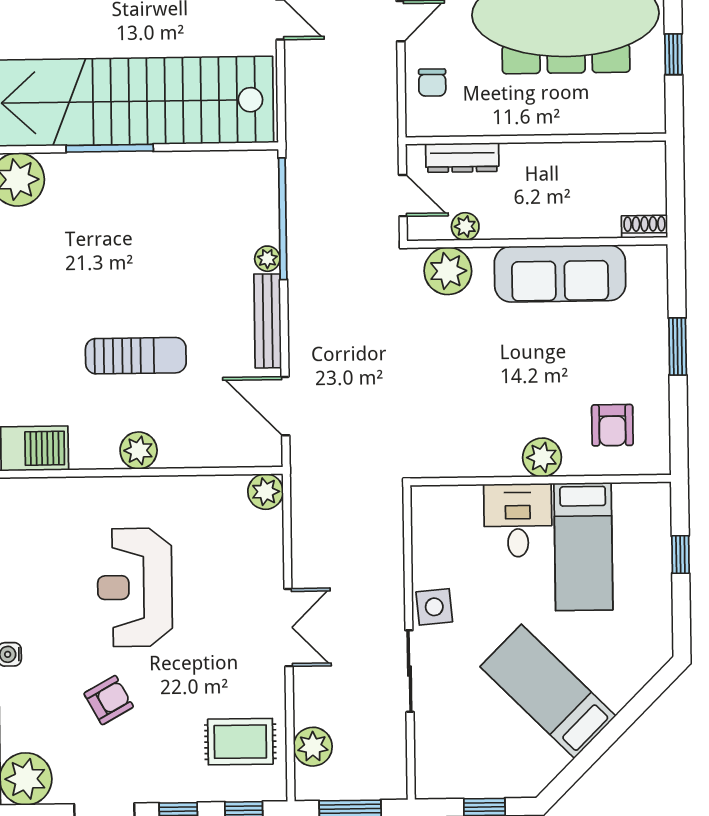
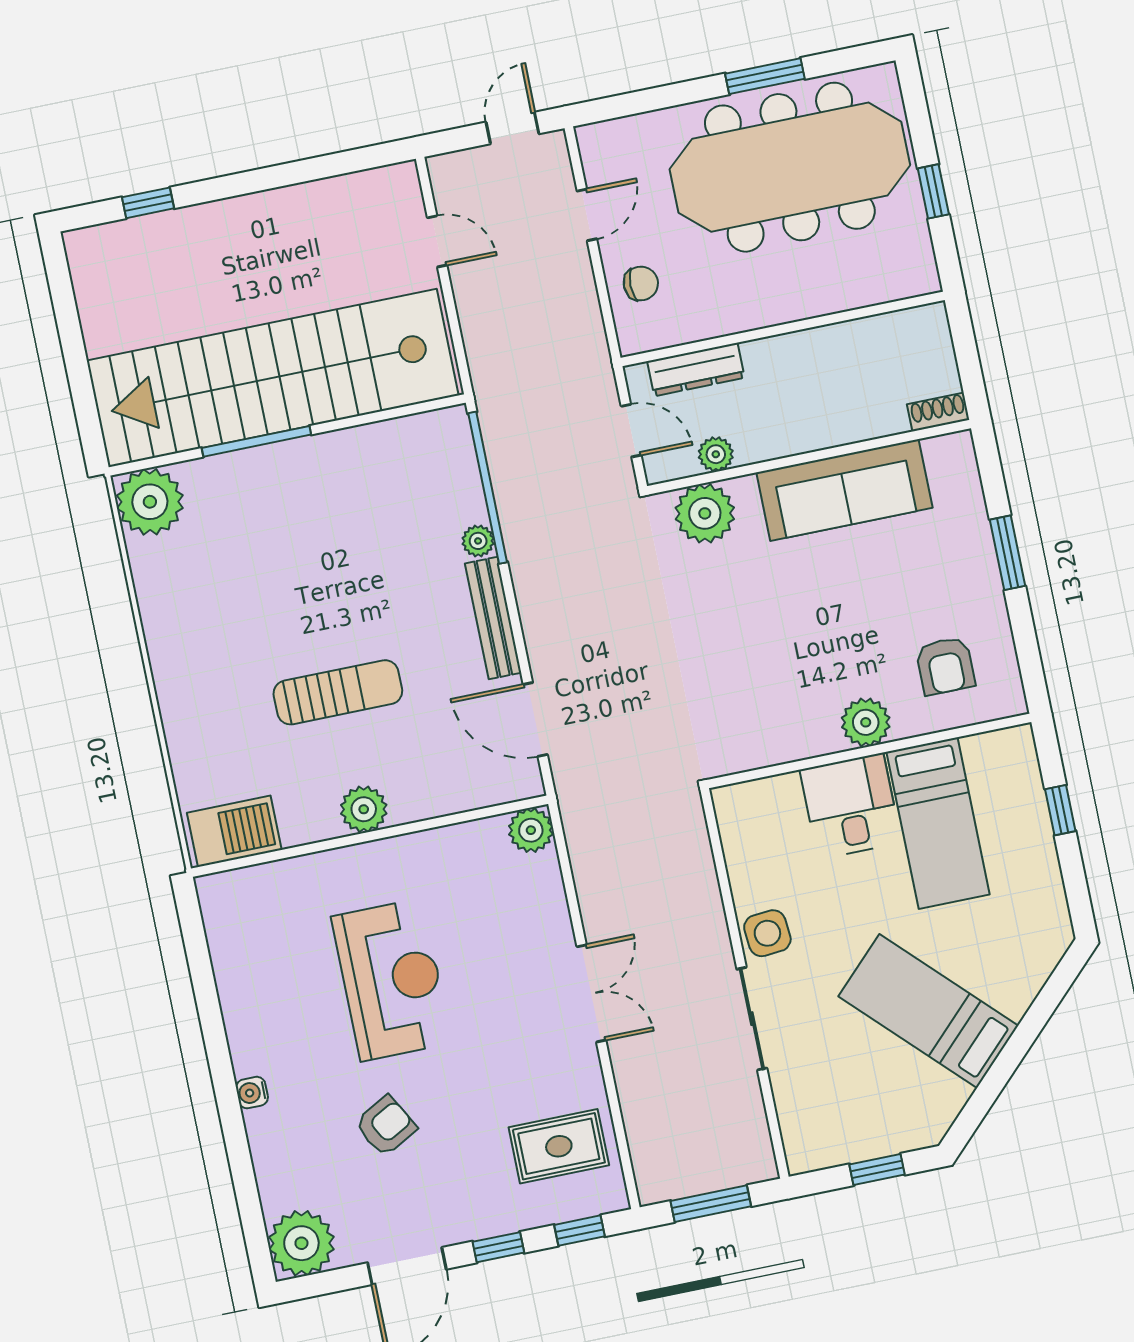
chair: (432, 83) -> (641, 283), turned -90
reception desk: (135, 587) -> (391, 980), turned 180
plant: (313, 747) -> (650, 1135), removed

